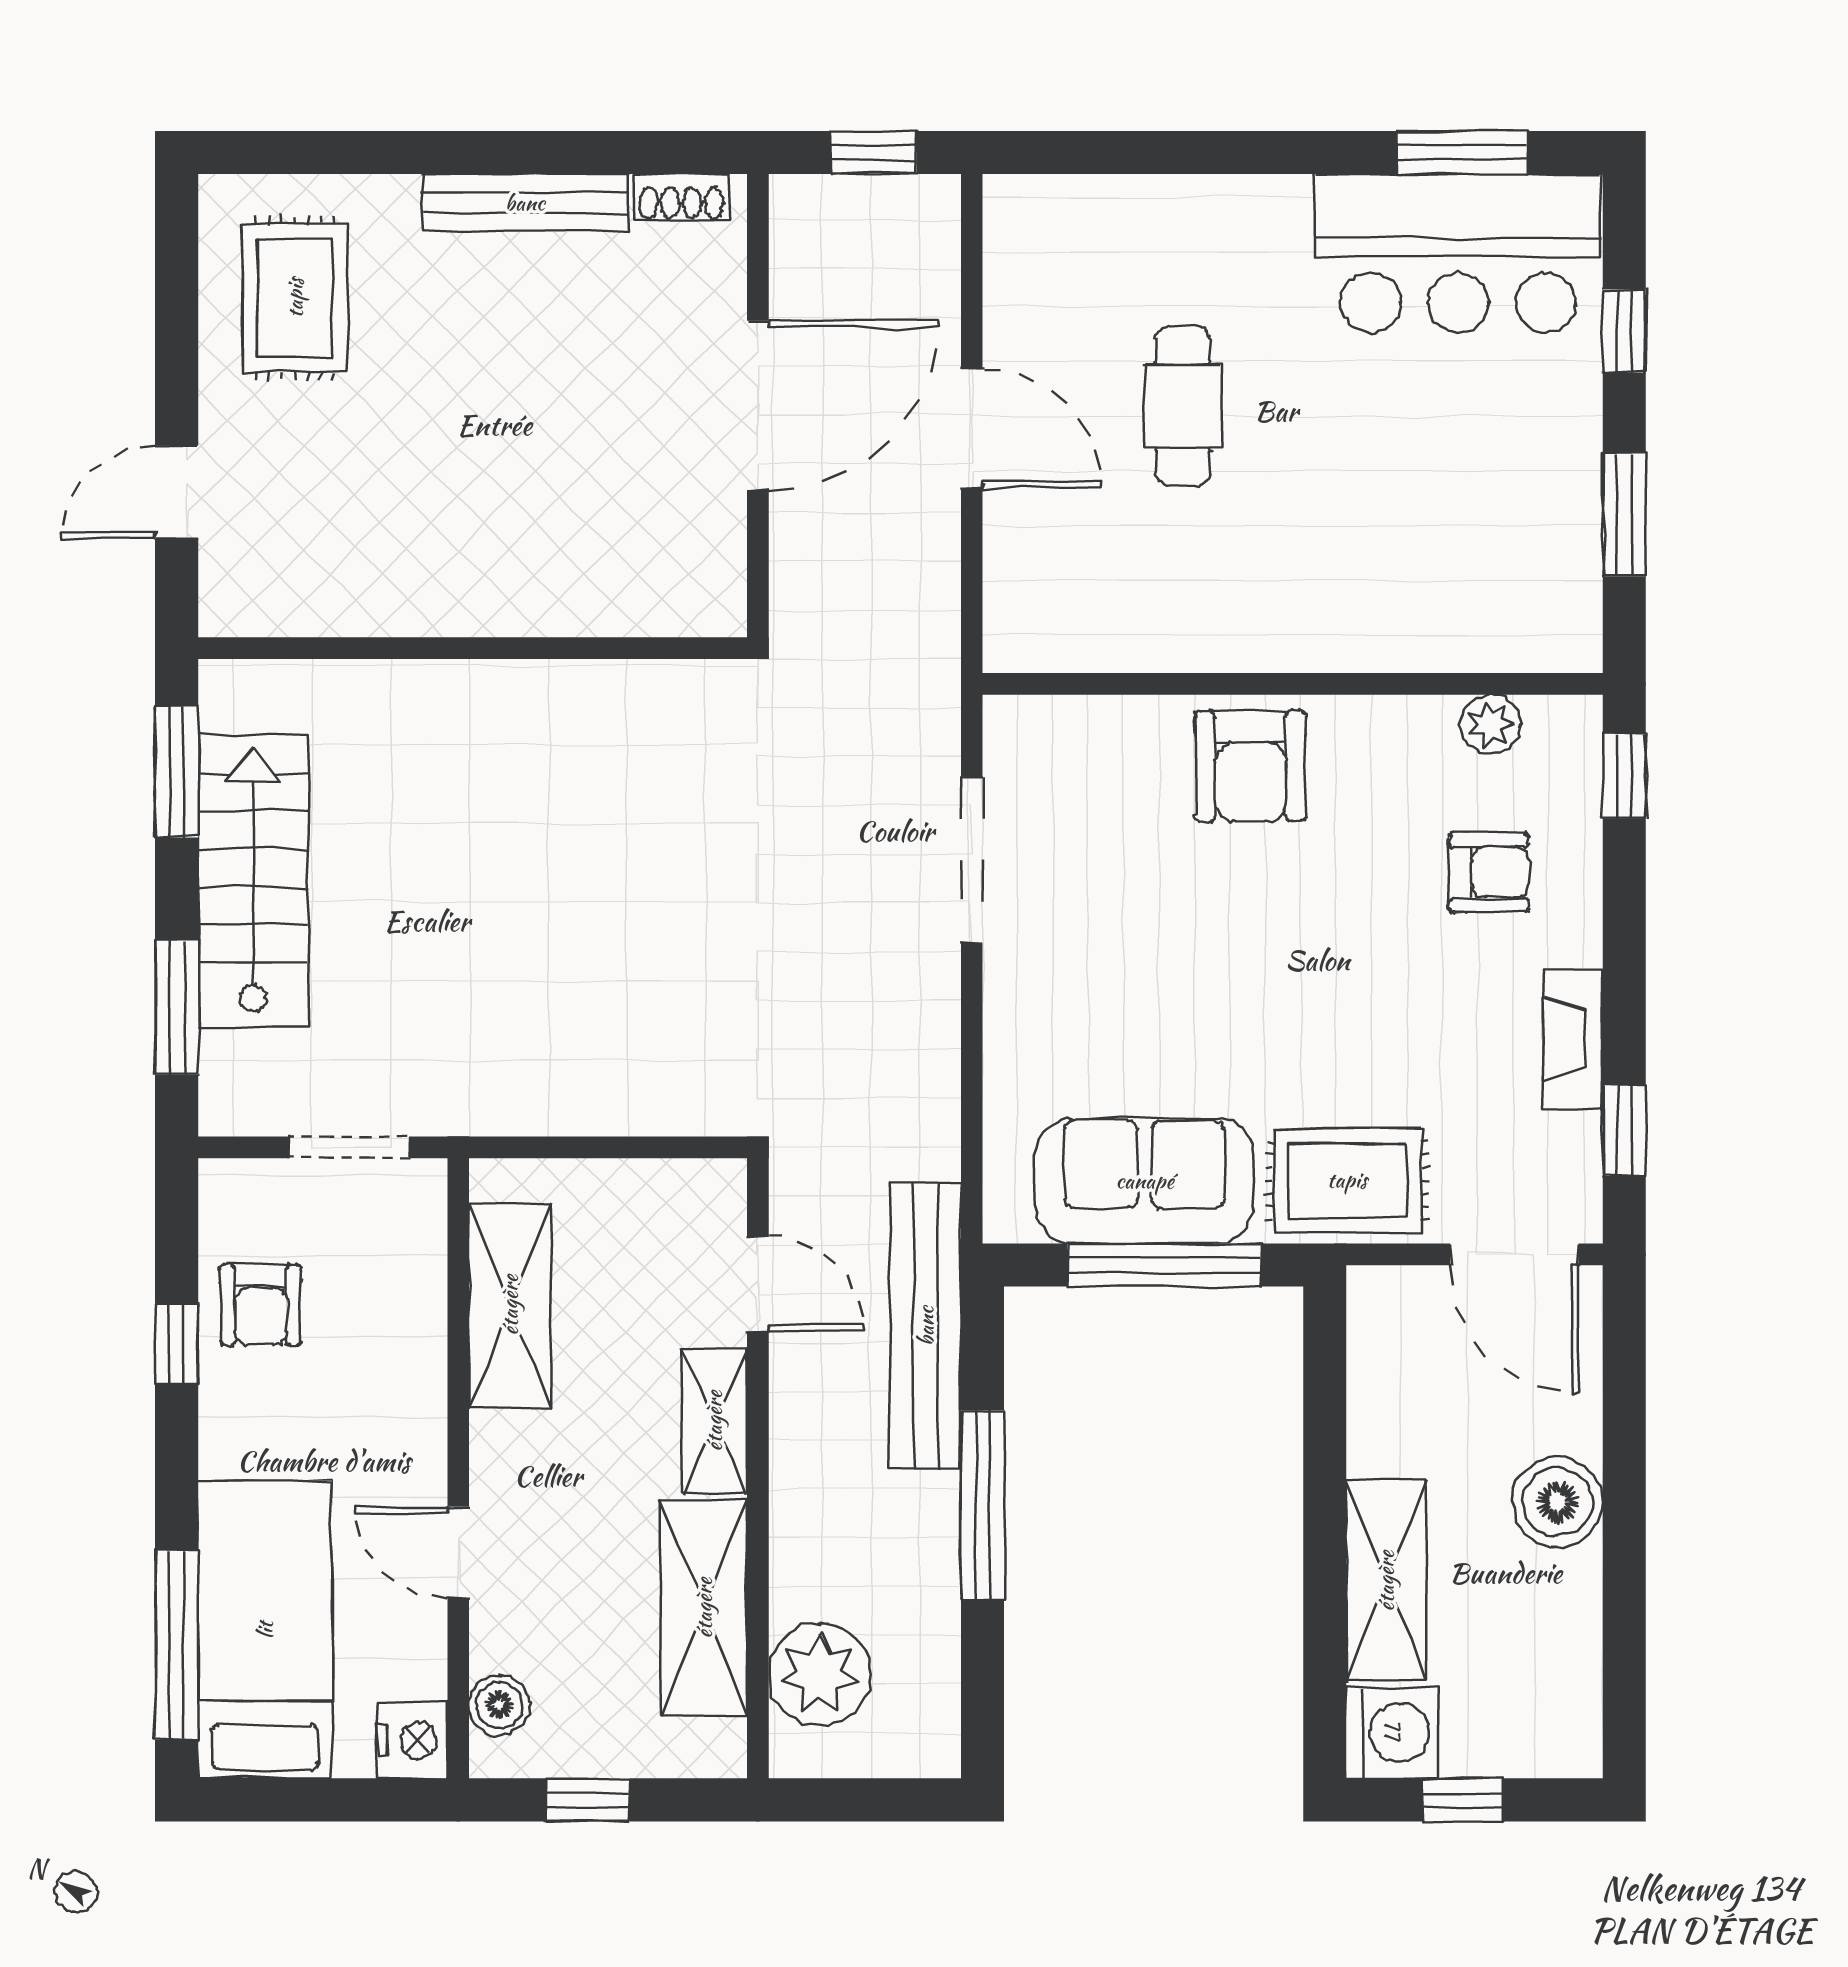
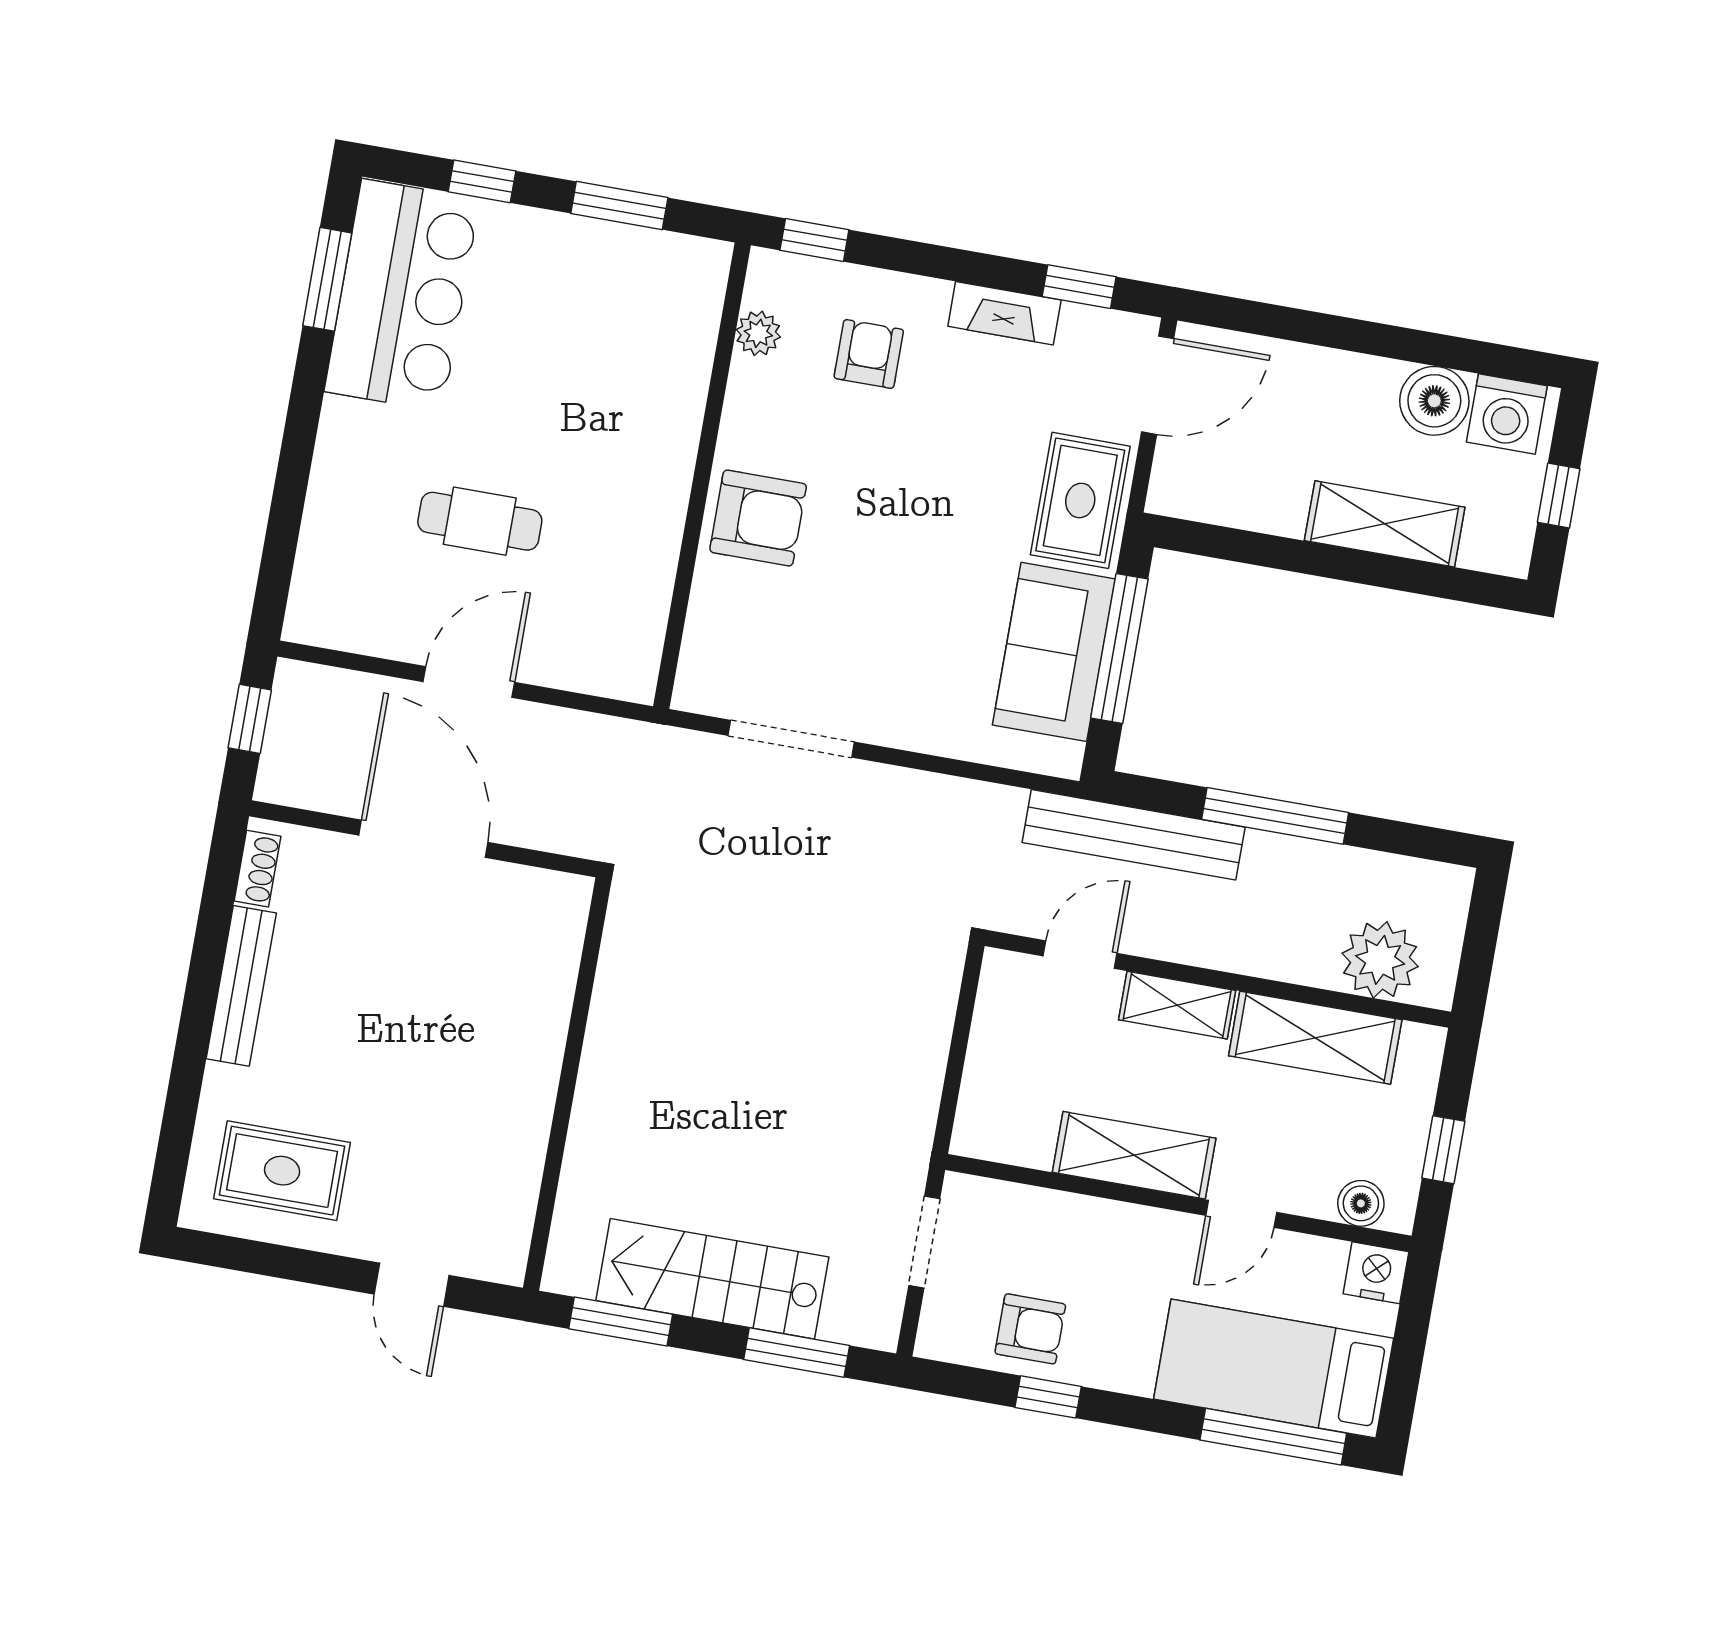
shelving: (510, 1305) -> (1134, 1155), moved
boiler: (1557, 1502) -> (1434, 401), moved
washing machine: (1392, 1733) -> (1507, 414), moved, turned 180

